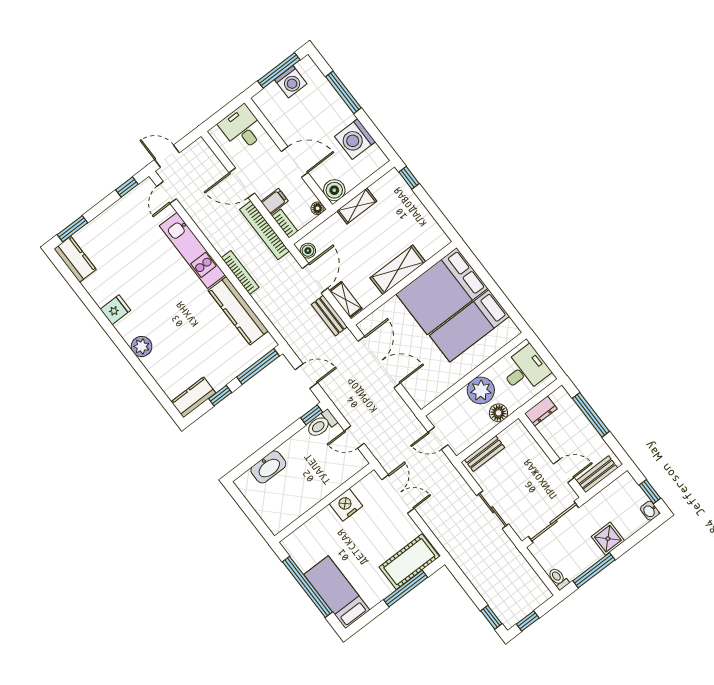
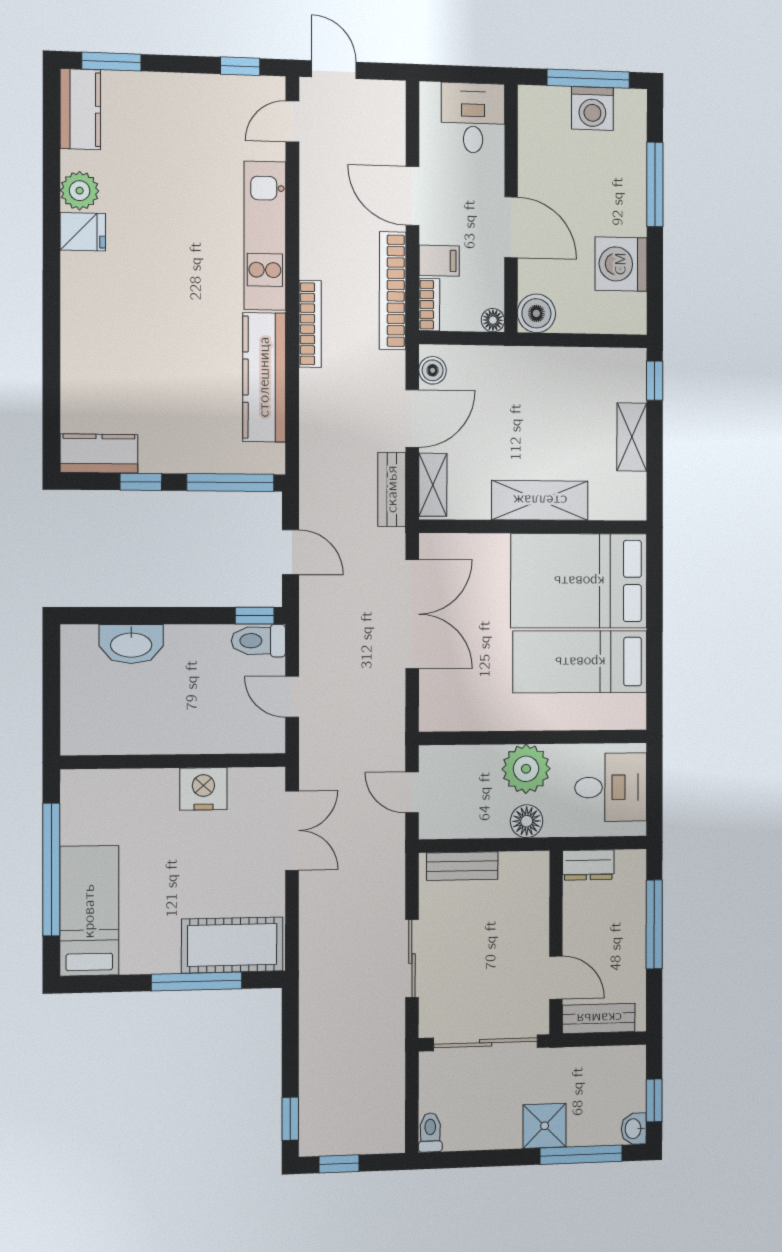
shelving: (357, 206) -> (632, 437), moved, turned 90
plant: (142, 346) -> (80, 191), moved
window: (594, 570) -> (581, 1155), moved

